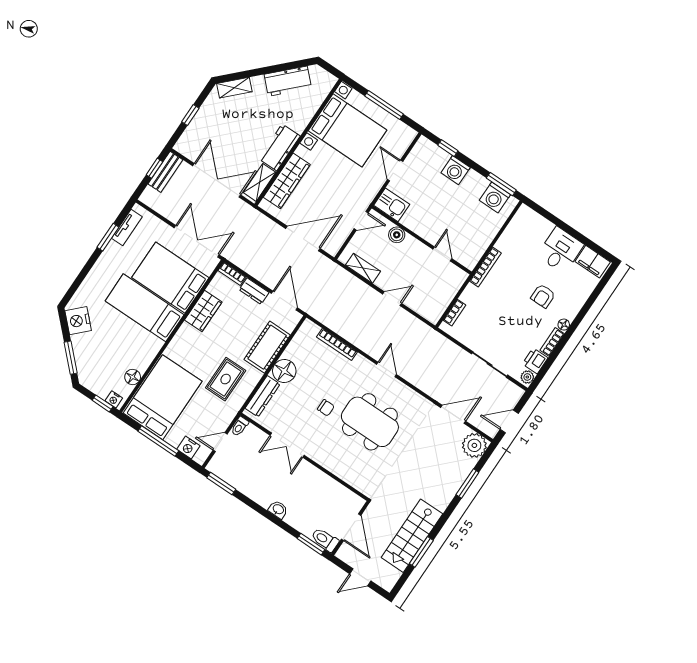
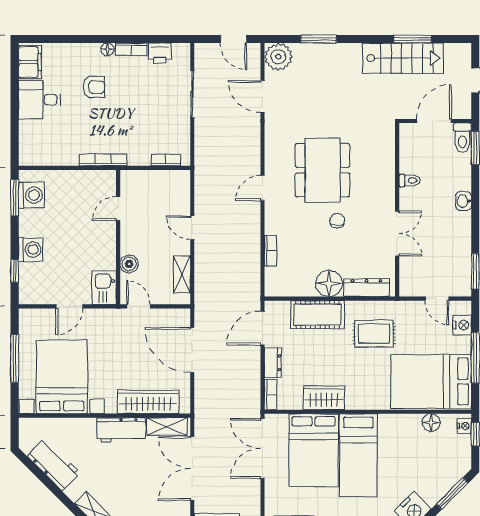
bookcase: (337, 344) -> (271, 251), width x0.64
plant: (527, 377) -> (180, 50), removed
toilet: (240, 426) -> (410, 180), moved

